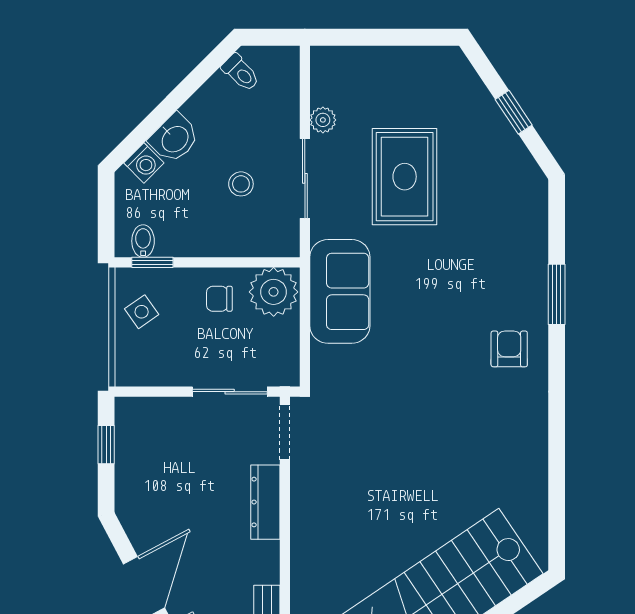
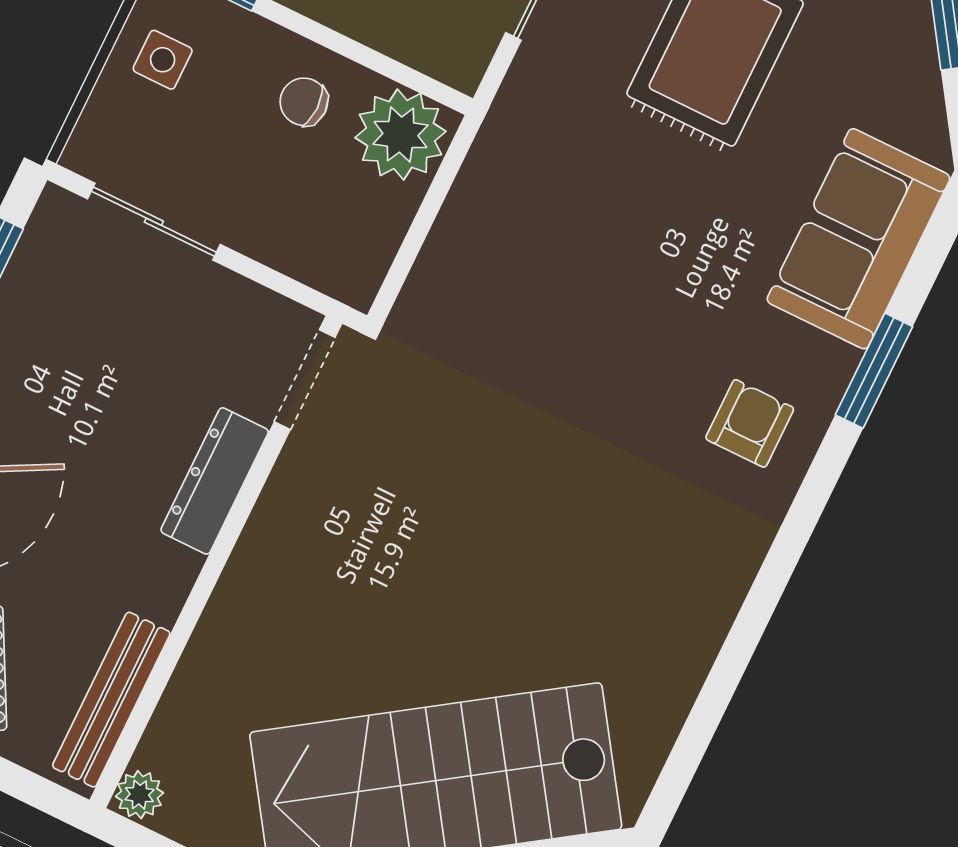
sofa: (340, 291) -> (859, 239), moved, turned 180
side table: (142, 312) -> (163, 60), turned 35
sliding door: (230, 392) -> (154, 222), moved

